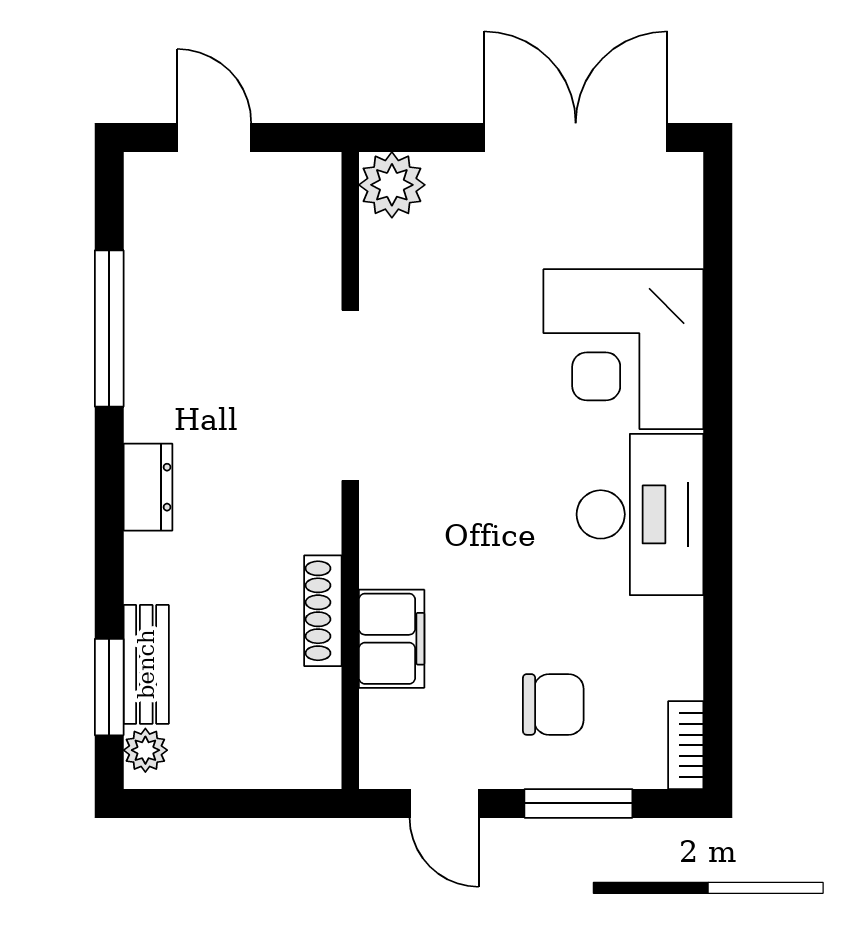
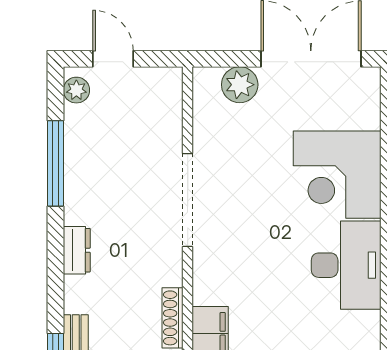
plant: (392, 185) -> (240, 85), moved
plant: (147, 195) -> (76, 90), added

